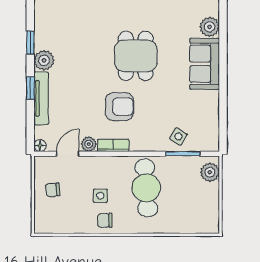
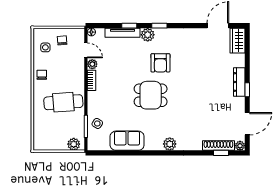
sofa: (205, 64) -> (127, 141), moved
armchair: (119, 107) -> (160, 63), moved
side table: (100, 196) -> (45, 47), moved

